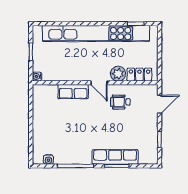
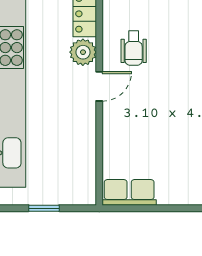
water cooler: (37, 76) -> (88, 197), removed
row of seats: (73, 92) -> (129, 192), moved, turned -90

